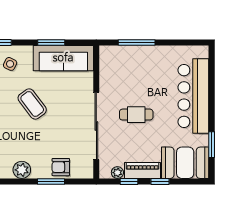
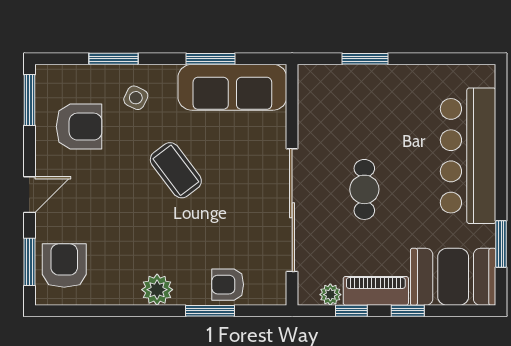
window: (137, 42) -> (365, 59), width x0.69
cafe table: (136, 115) -> (364, 189), turned 90

